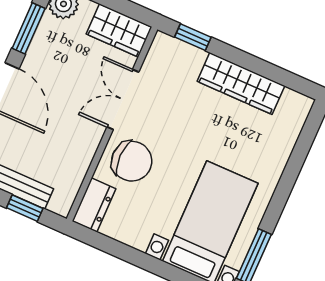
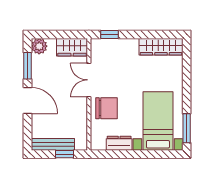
wardrobe: (241, 84) -> (161, 47), moved
dresser: (94, 205) -> (119, 143), moved, turned -90

